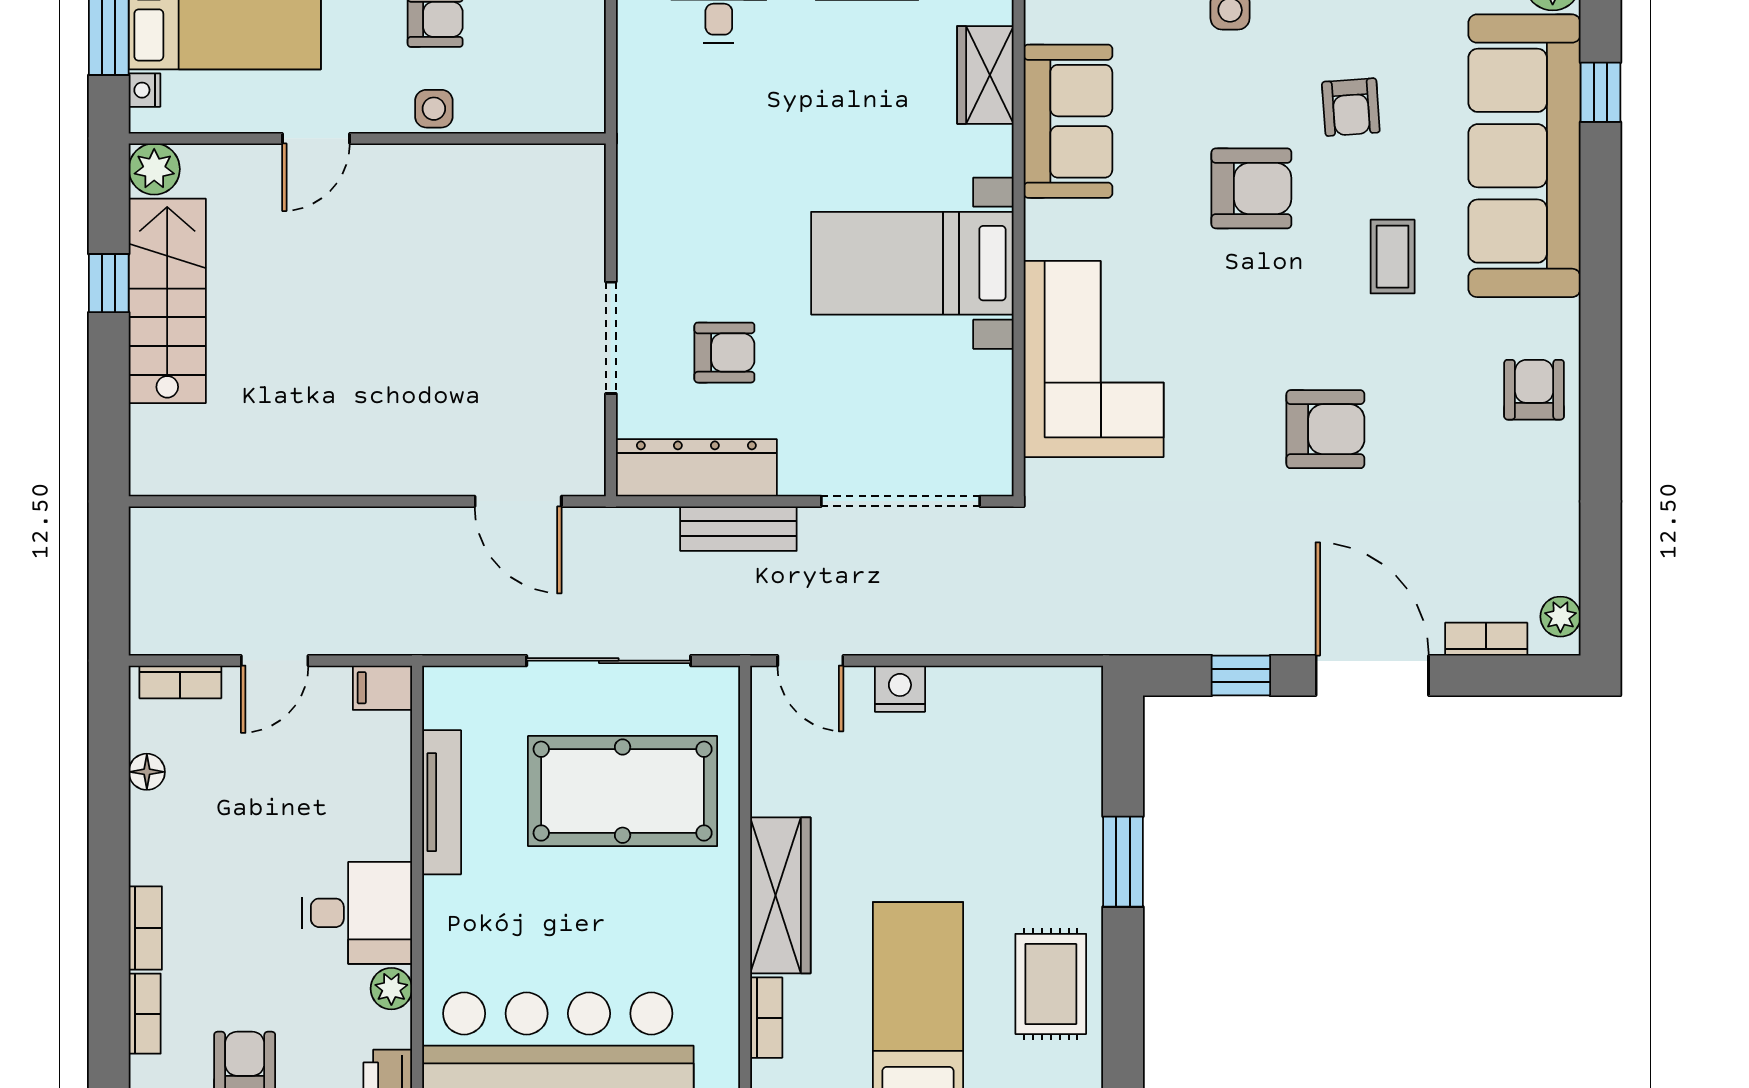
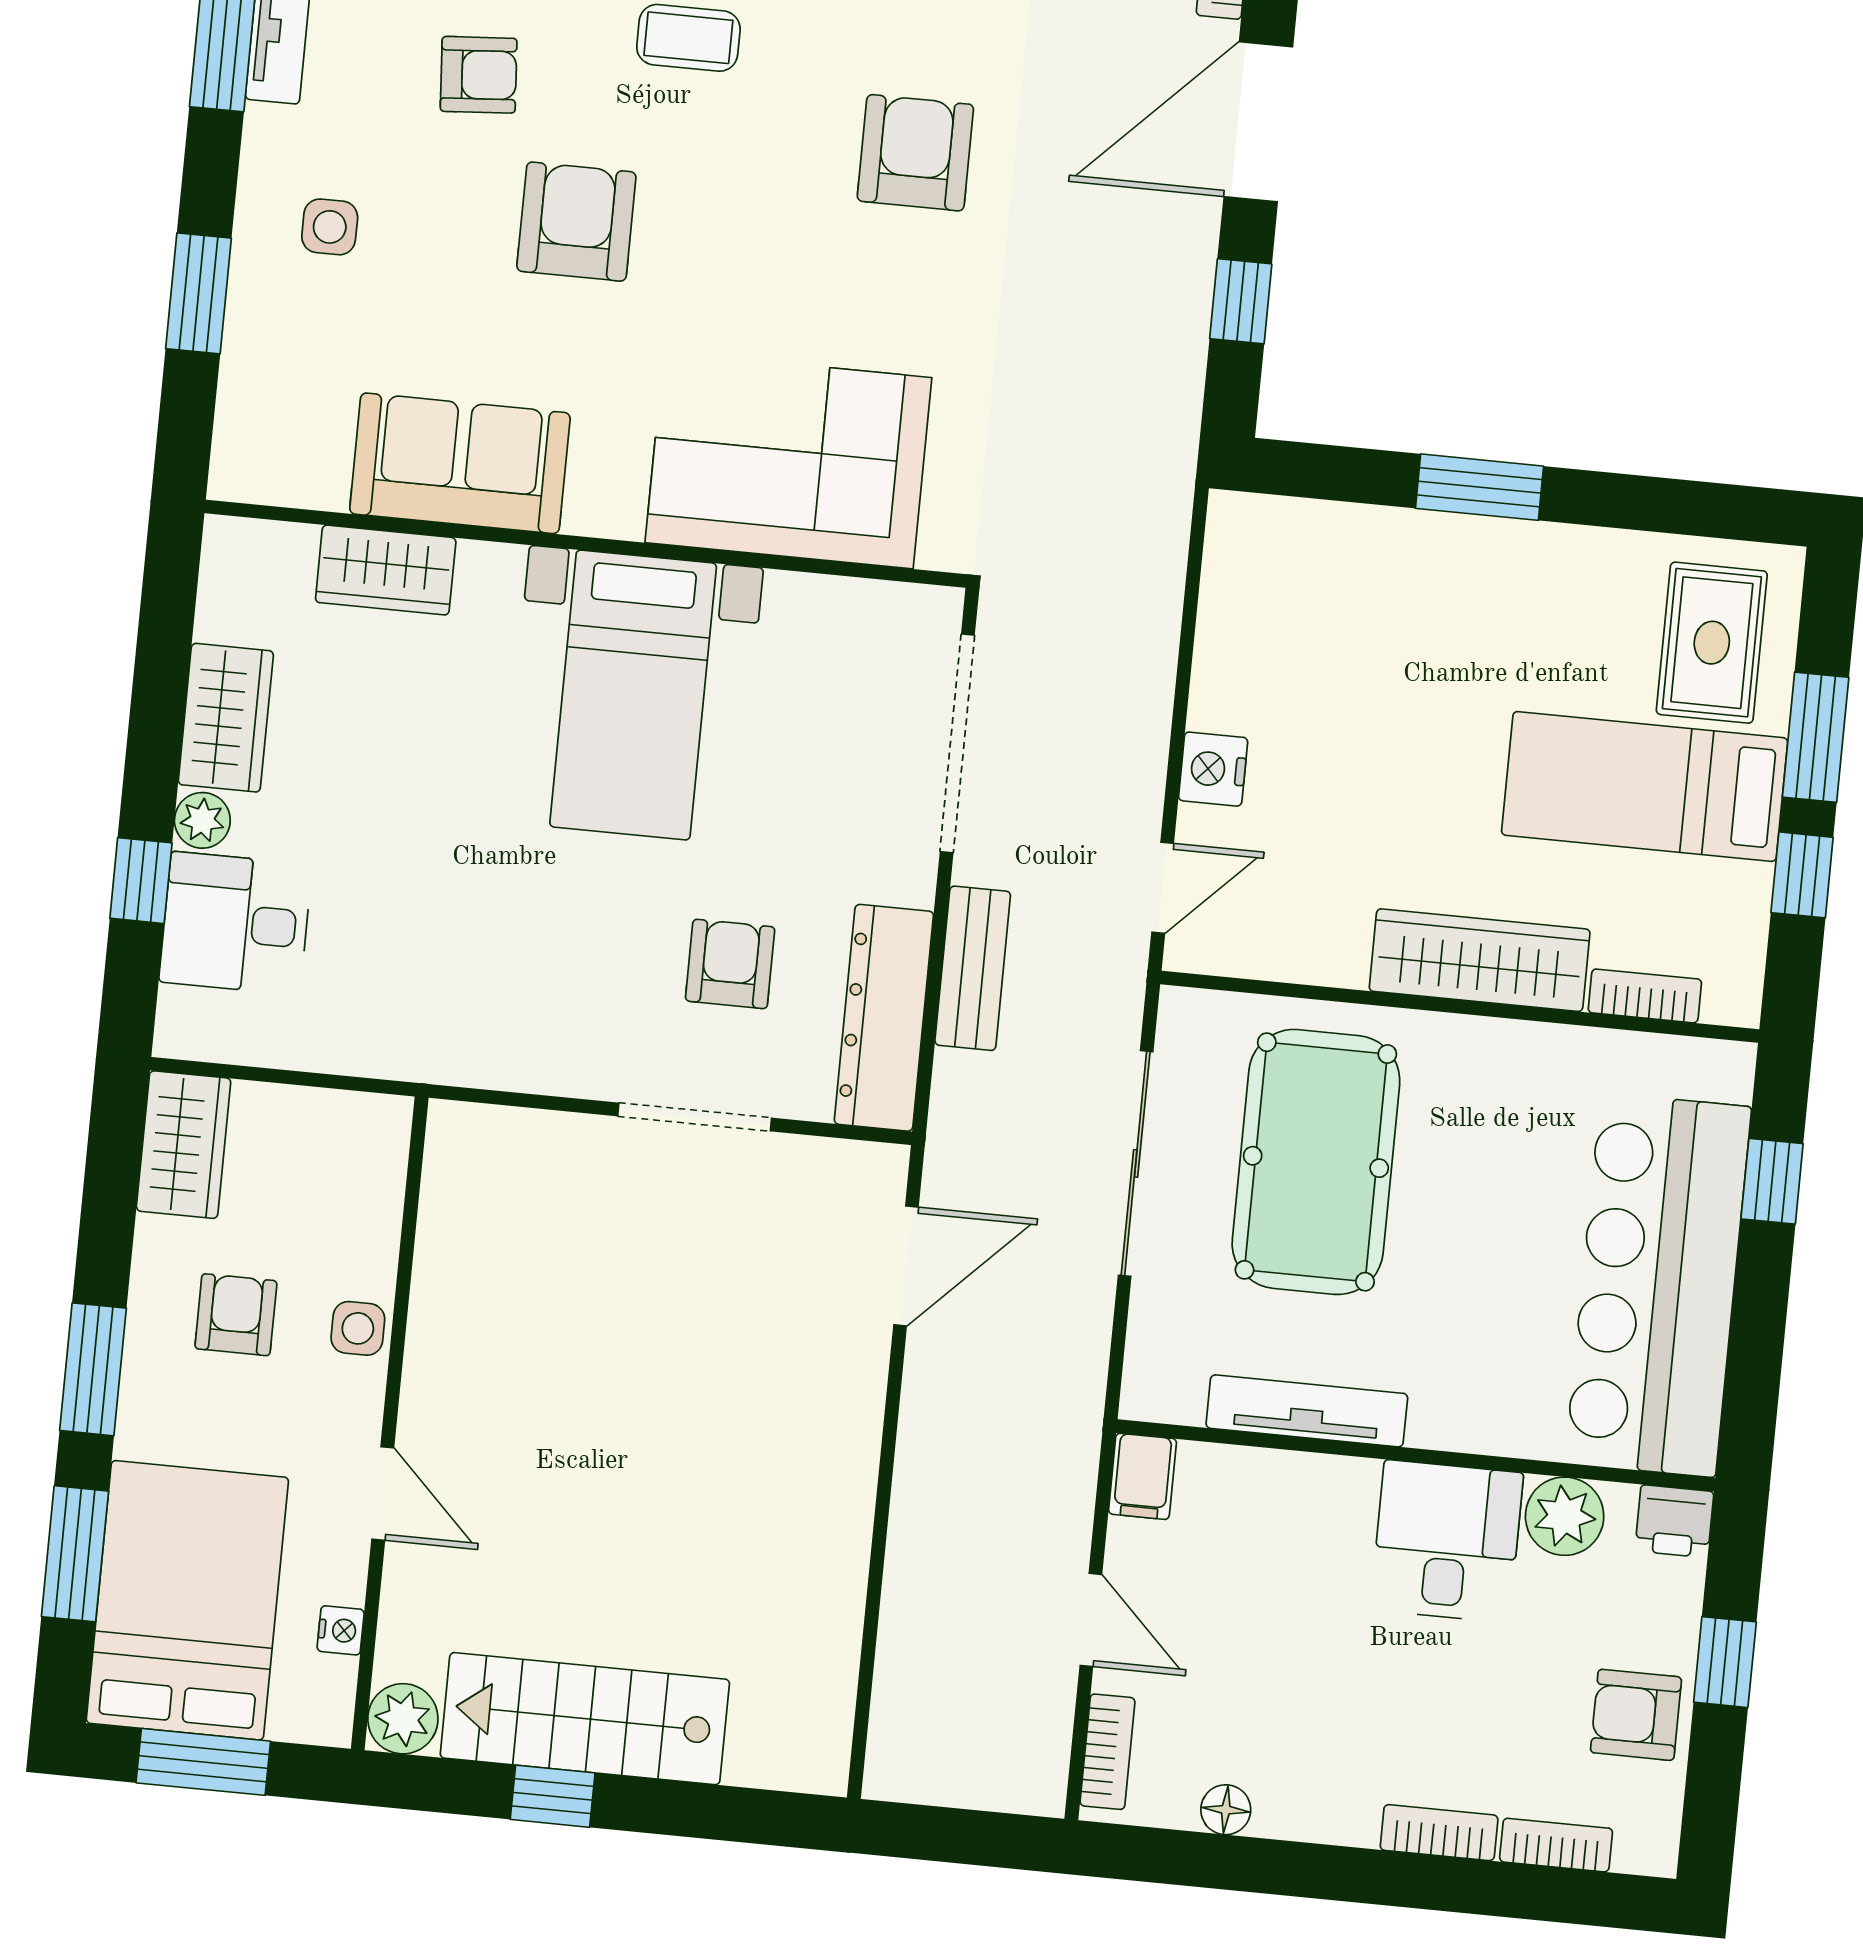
nightstand: (144, 90) -> (341, 1630), moved, turned -90
rug: (1051, 984) -> (1712, 643), moved, turned 90
plant: (391, 989) -> (1565, 1516), width x1.38, depth x1.38

